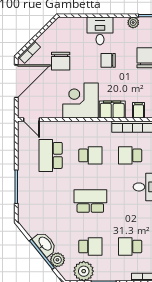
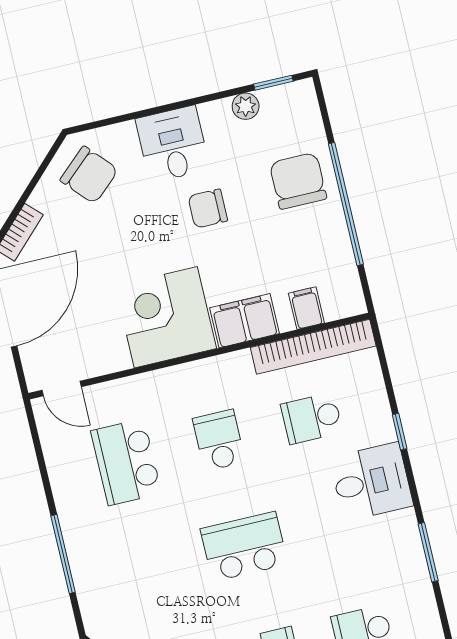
chair: (61, 61) -> (89, 175), moved, turned -42
school desk: (90, 155) -> (219, 440), turned -90

